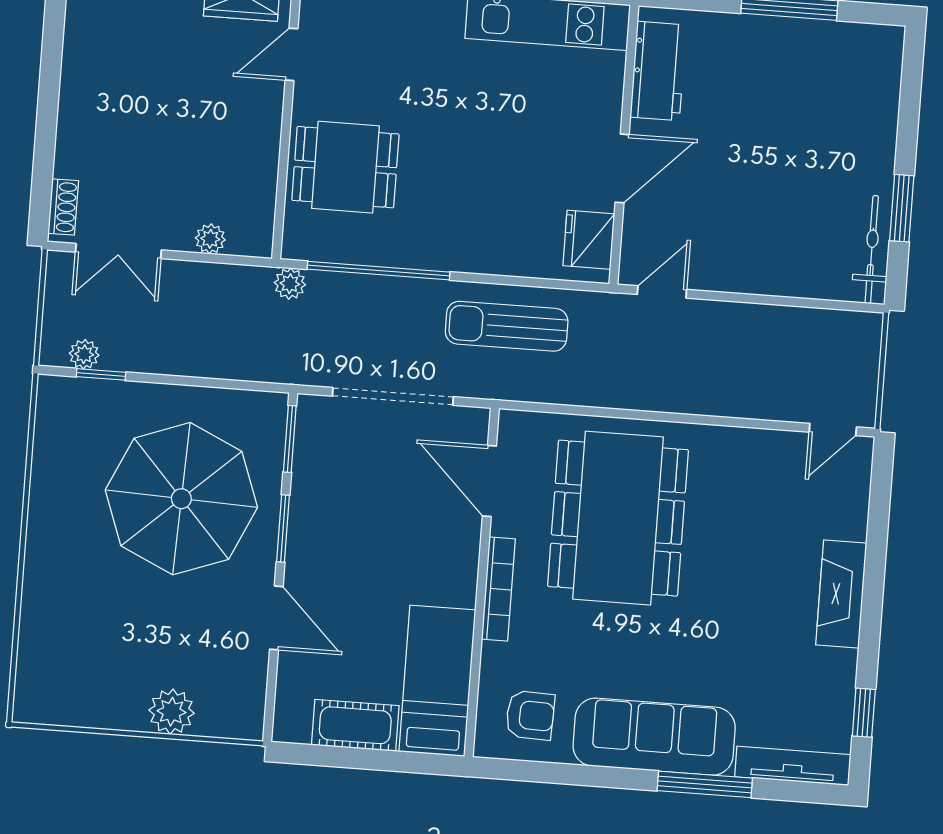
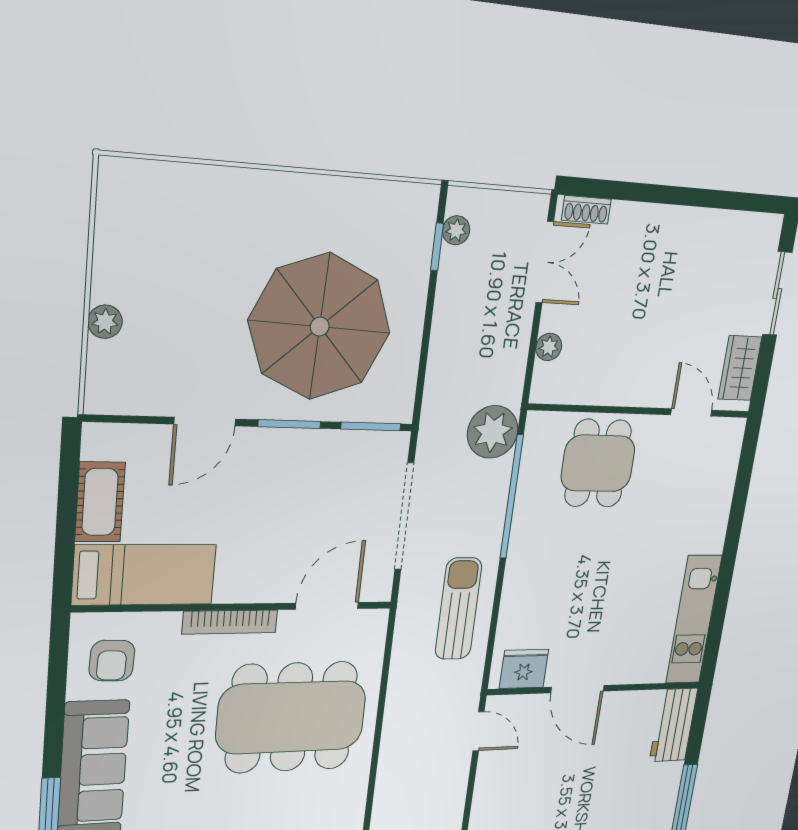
workbench: (658, 71) -> (673, 725), moved, turned 90
double door: (118, 251) -> (545, 262), swing flipped
plant: (290, 284) -> (493, 432), width x1.87, depth x1.87
plant: (172, 712) -> (105, 322), width x0.73, depth x0.73

